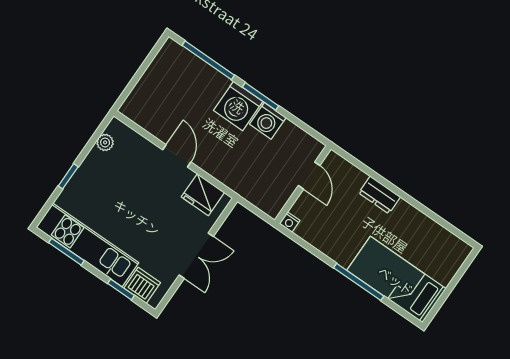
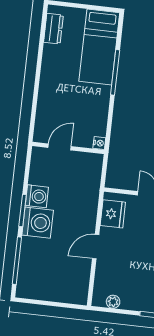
dresser: (380, 195) -> (53, 29), moved

